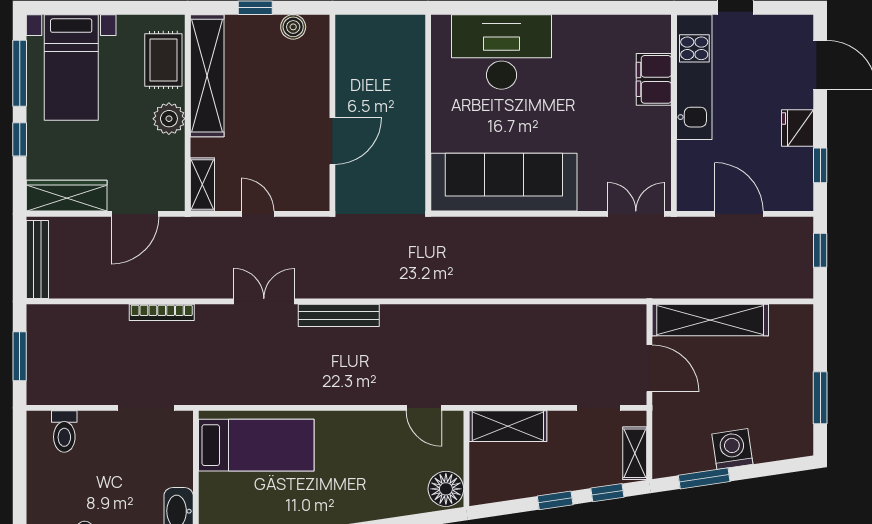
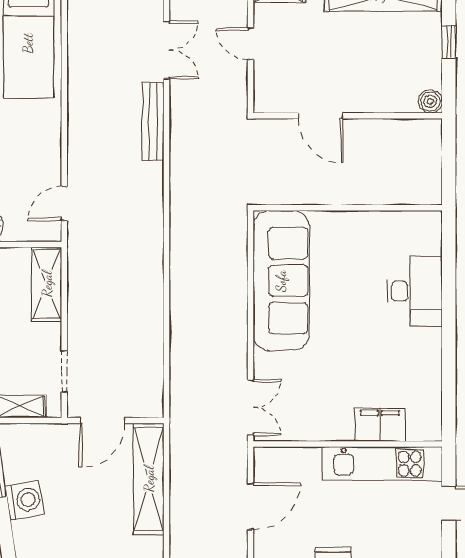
boiler: (293, 27) -> (430, 101), moved
desk: (502, 52) -> (415, 291), width x0.73, depth x0.77
door: (258, 214) -> (251, 44), swing flipped

